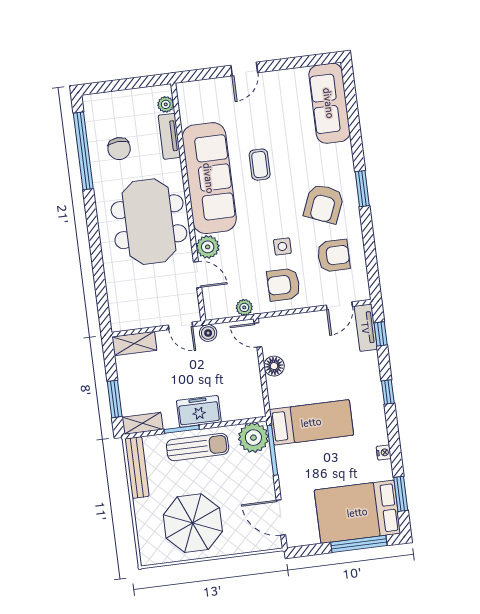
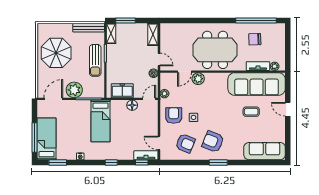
coffee table: (260, 165) -> (251, 112), moved
sofa: (209, 178) -> (257, 84), moved
armchair: (333, 256) -> (185, 143), turned -67
door: (180, 326) -> (159, 59), swing flipped
freezer: (199, 411) -> (122, 91), moved, turned -90
plant: (253, 438) -> (74, 90), moved
bed: (357, 512) -> (47, 139), width x0.67

